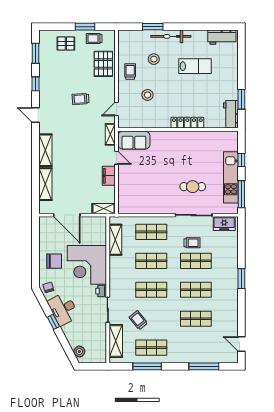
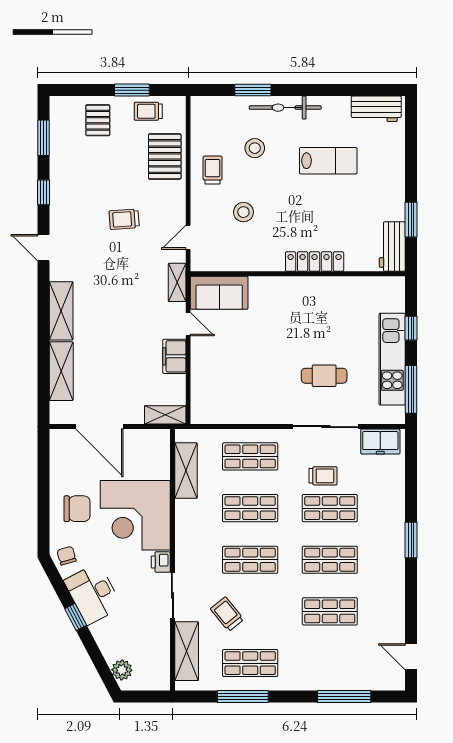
pallet: (66, 43) -> (98, 120), turned 90

